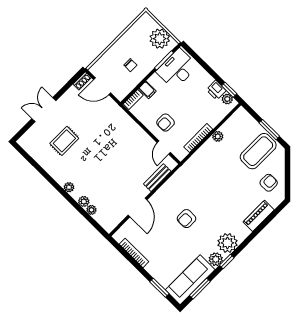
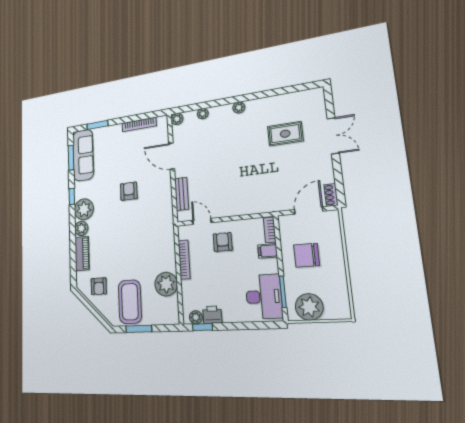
chair: (130, 65) -> (307, 255), width x1.87, depth x1.87
plant: (218, 136) -> (166, 284), width x1.88, depth x1.88
rug: (64, 141) -> (285, 134), turned 90
plant: (84, 201) -> (177, 119), moved
plant: (216, 259) -> (81, 228), moved

